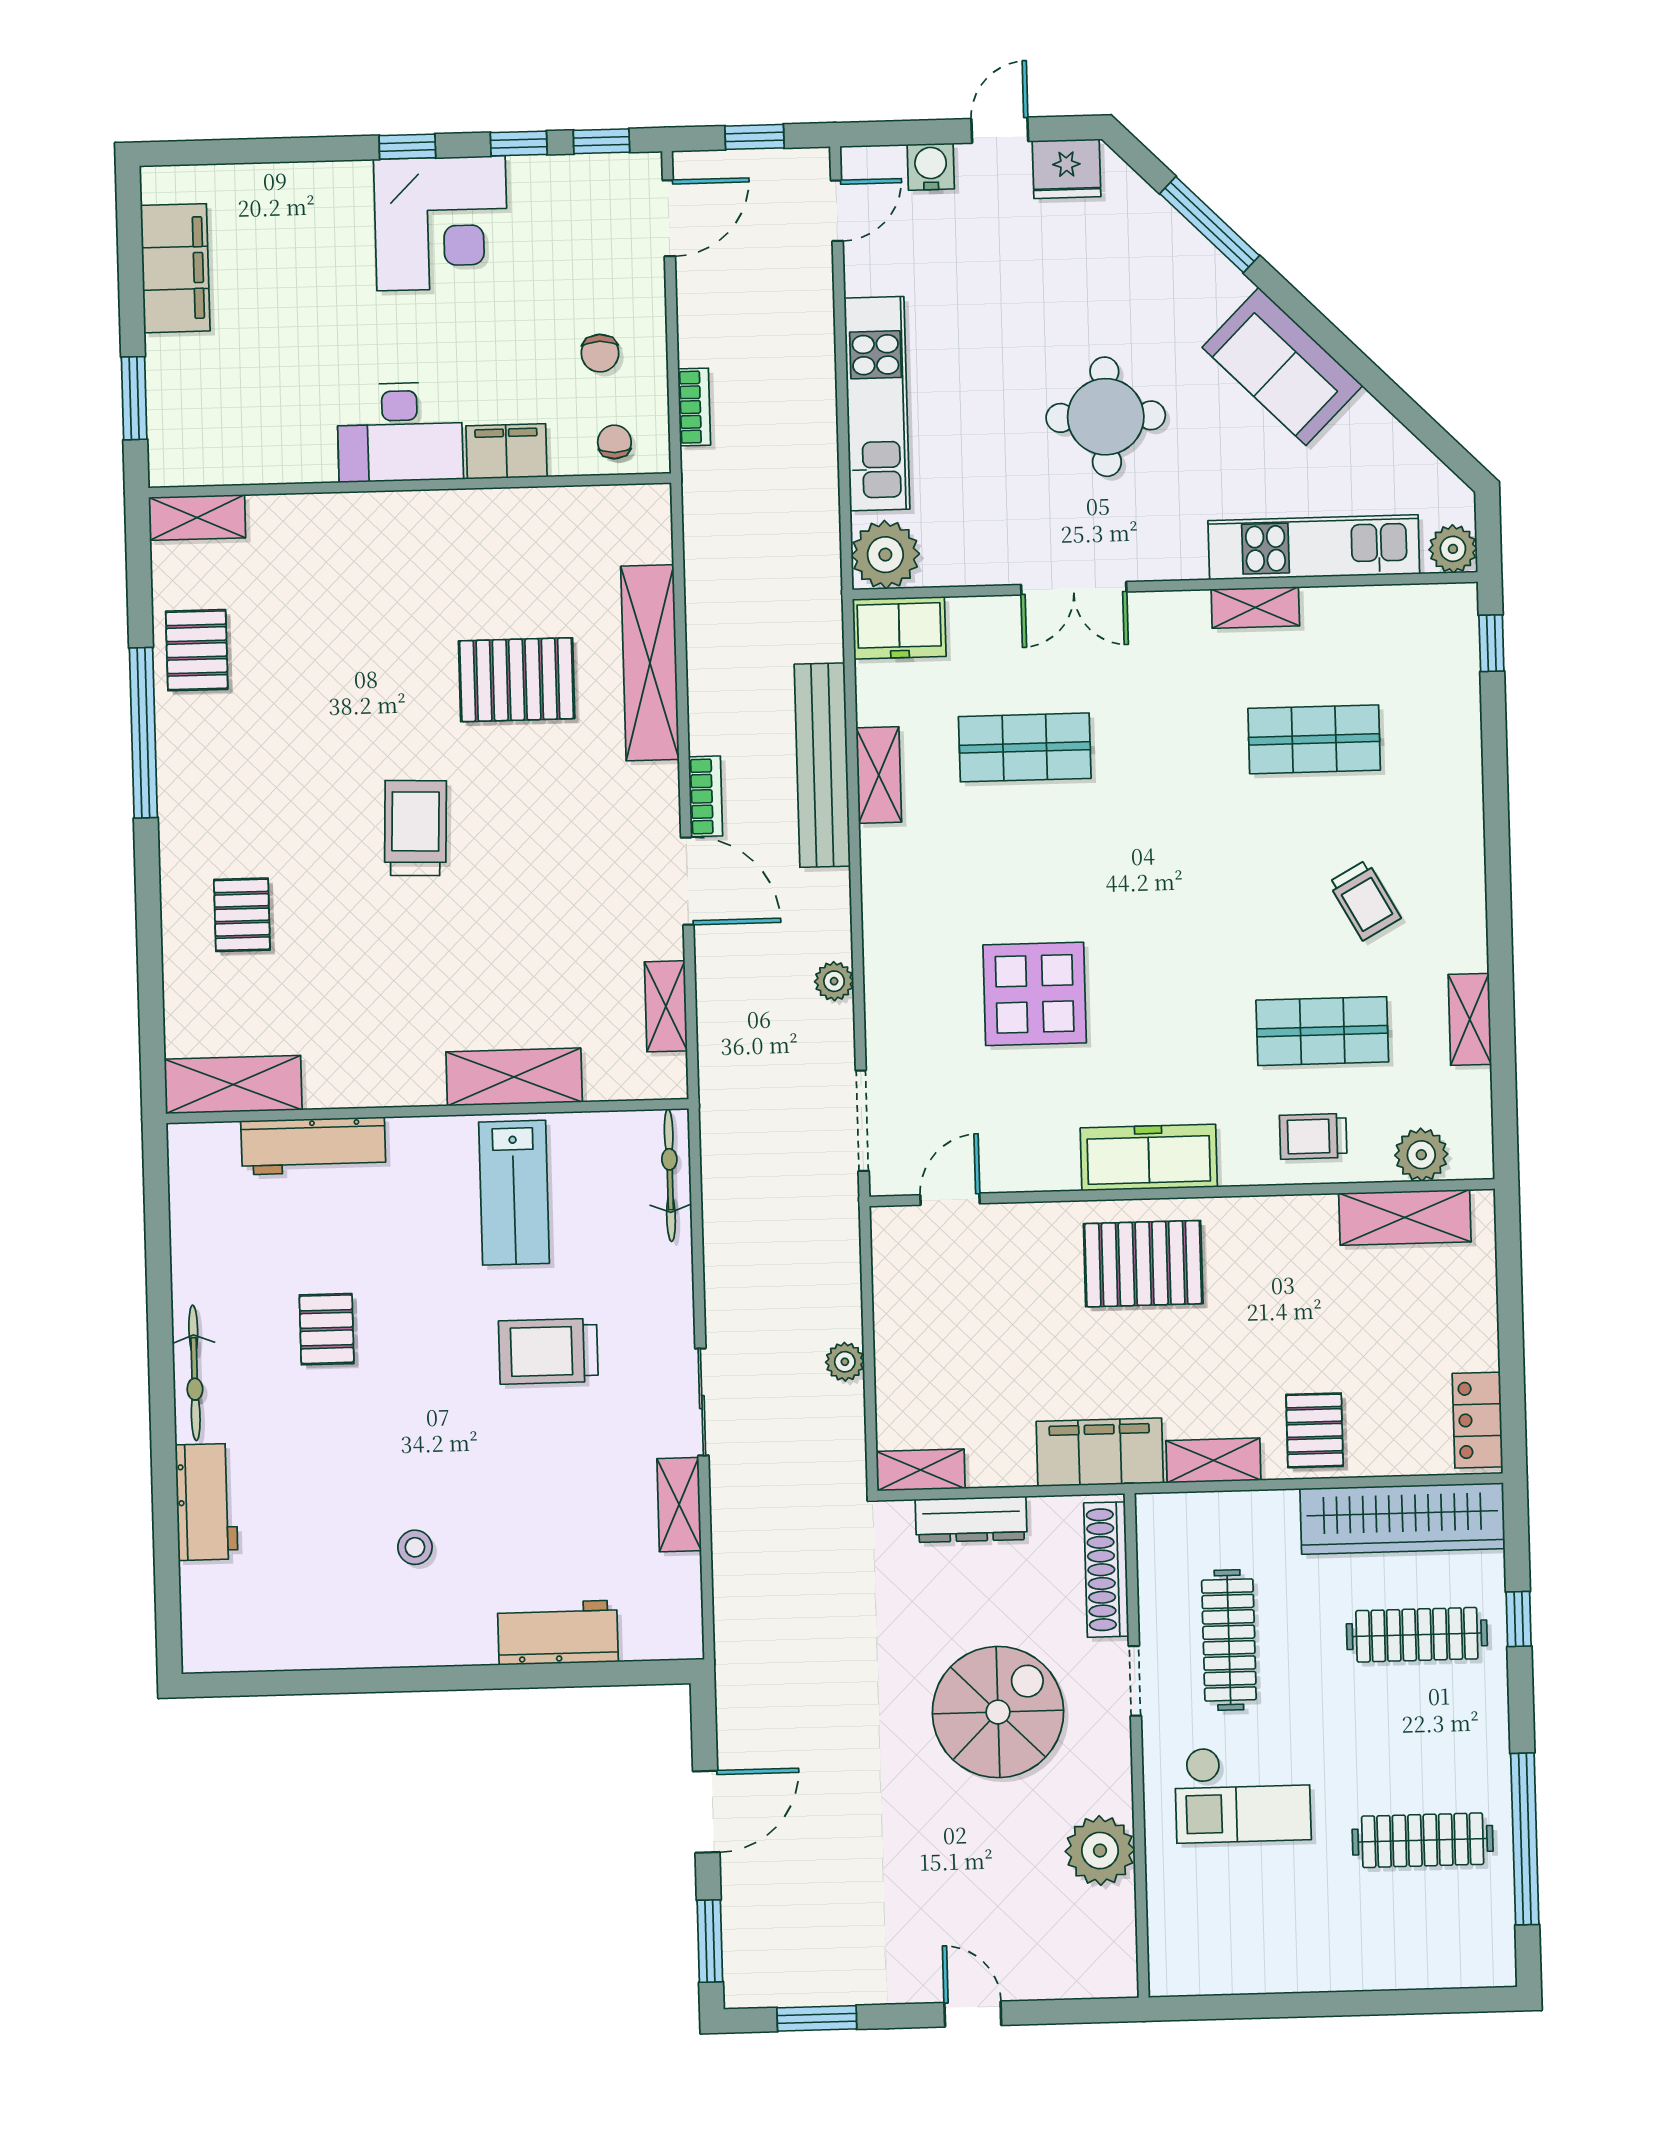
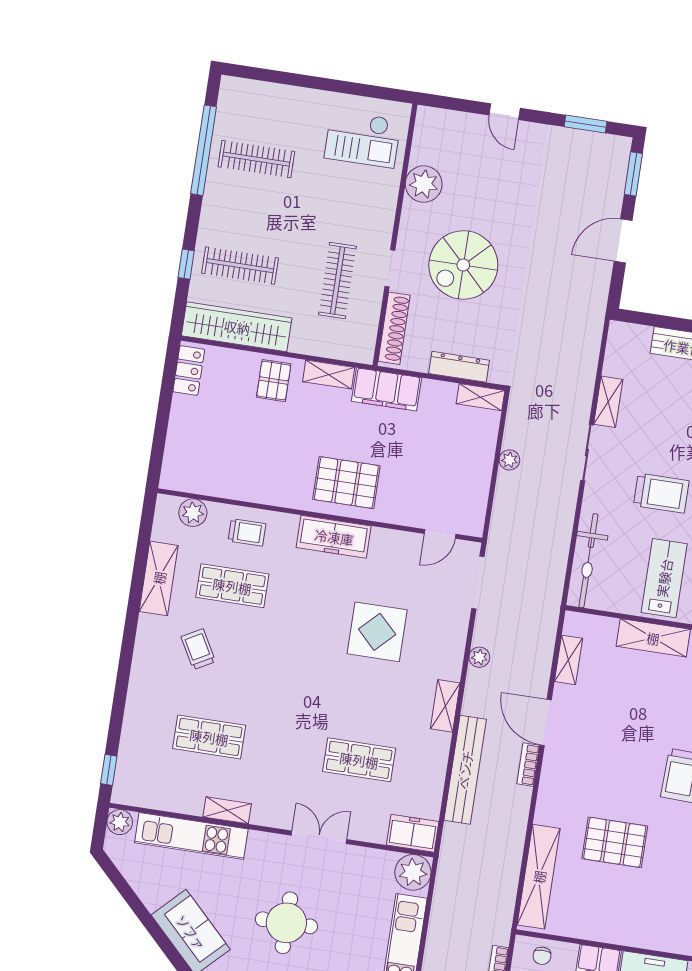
shelving: (650, 663) -> (539, 877), moved
shelving: (879, 775) -> (445, 706), moved
shelving: (1470, 1019) -> (159, 578), width x1.50, depth x1.33
bicycle: (670, 1175) -> (588, 561), width x1.37, depth x1.40
shelving: (1405, 1217) -> (207, 482), removed
checkout: (1243, 1794) -> (363, 139), moved, turned 180

